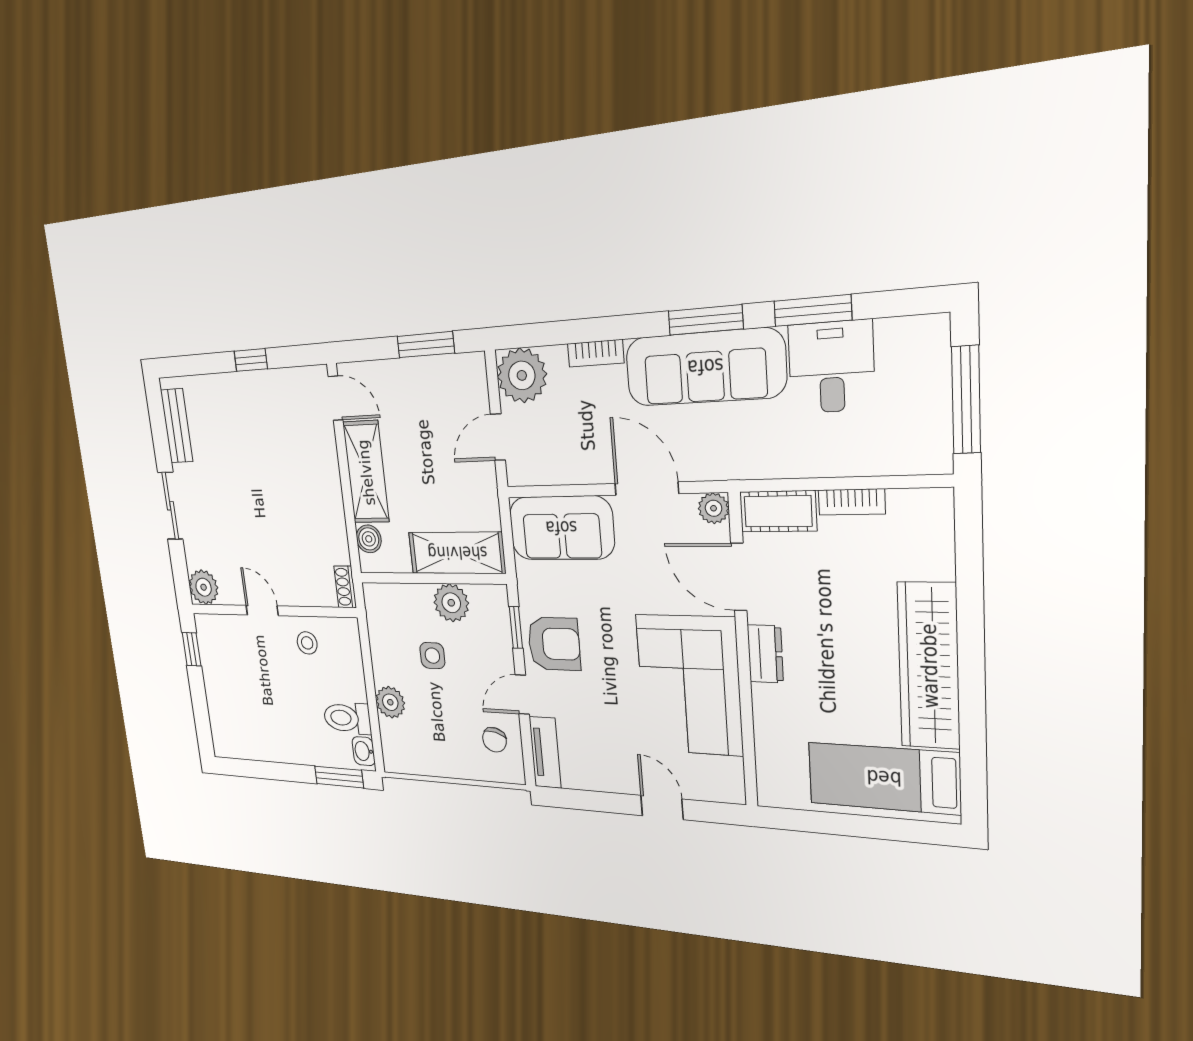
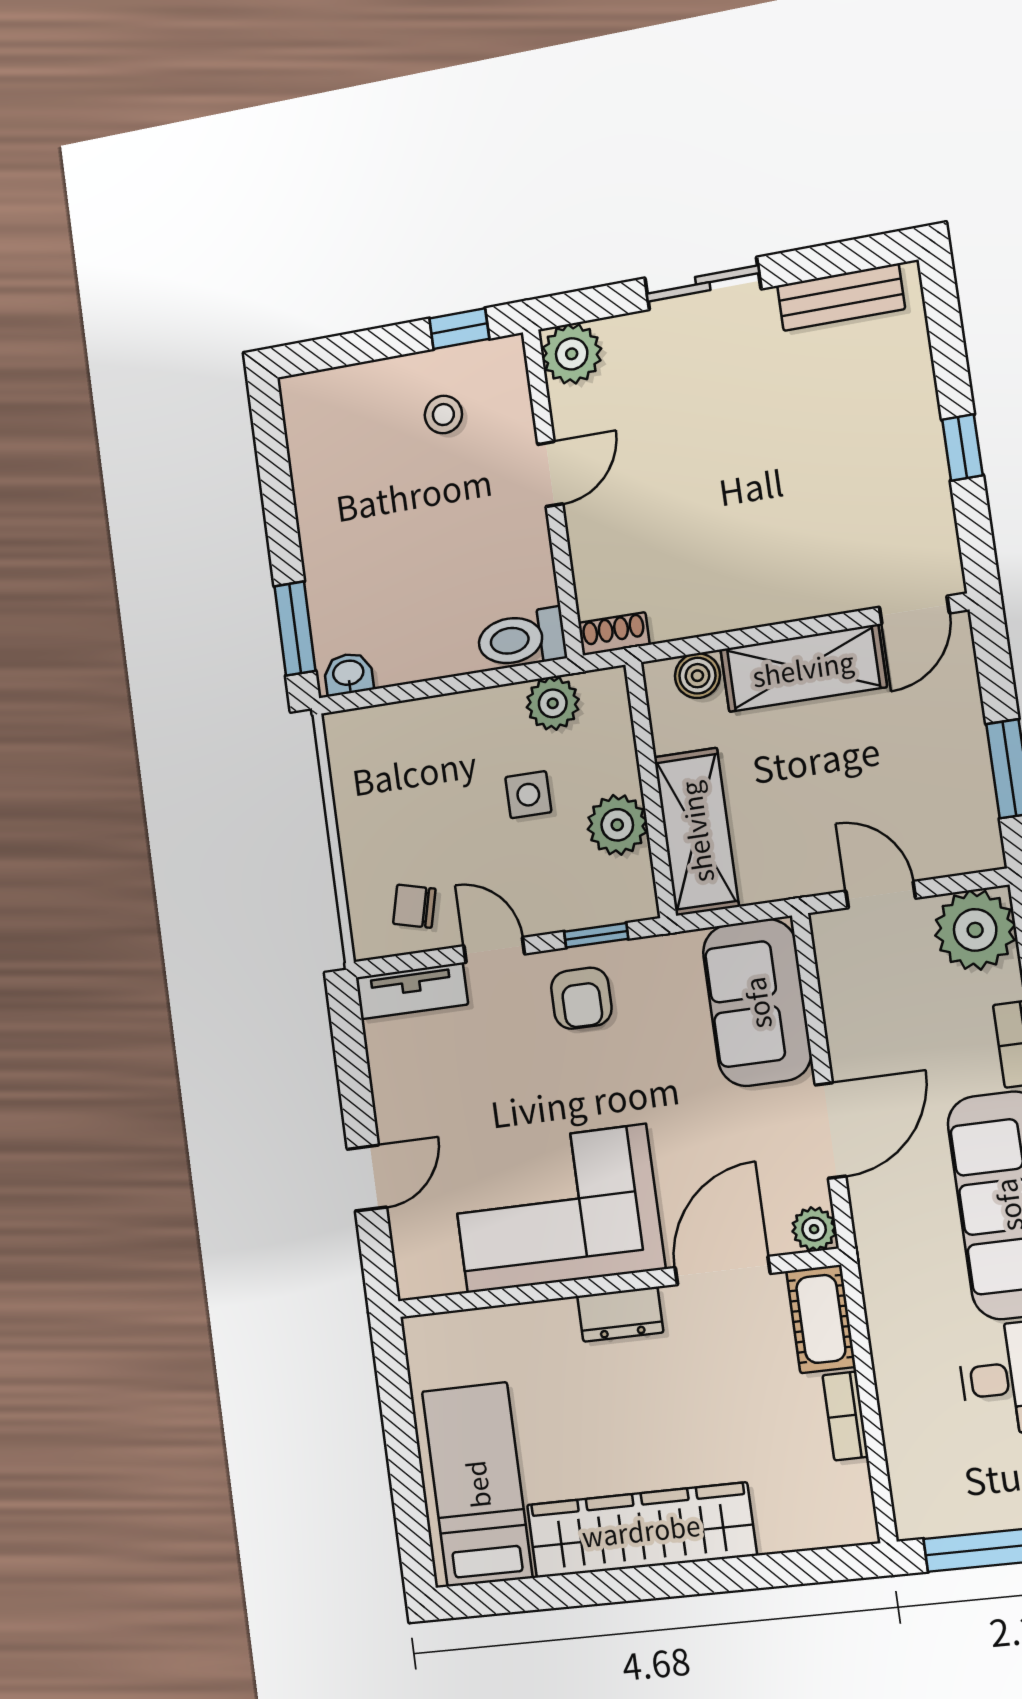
stool: (307, 643) -> (443, 415), moved
armchair: (554, 644) -> (581, 998), width x0.72, depth x0.72
plant: (390, 702) -> (553, 703), moved
toilet: (347, 718) -> (522, 639), moved, turned -90

